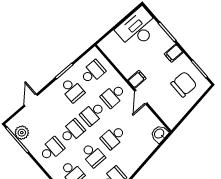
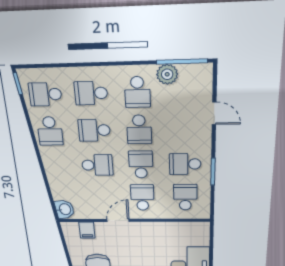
school desk: (93, 72) -> (185, 197), turned 180
filing cabinet: (137, 79) -> (87, 230), moved
door: (141, 97) -> (118, 220), hinge flipped
plant: (22, 133) -> (167, 74), moved
school desk: (113, 137) -> (97, 165), turned 90

